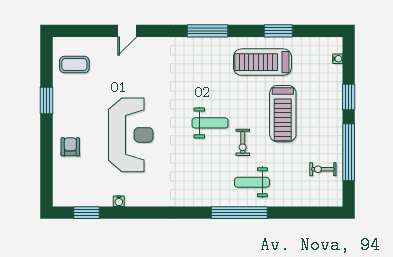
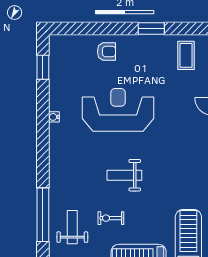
weight bench: (210, 123) -> (124, 175), moved, turned 90
reception desk: (131, 135) -> (118, 110), turned 180
water cooler: (119, 201) -> (54, 117), moved

